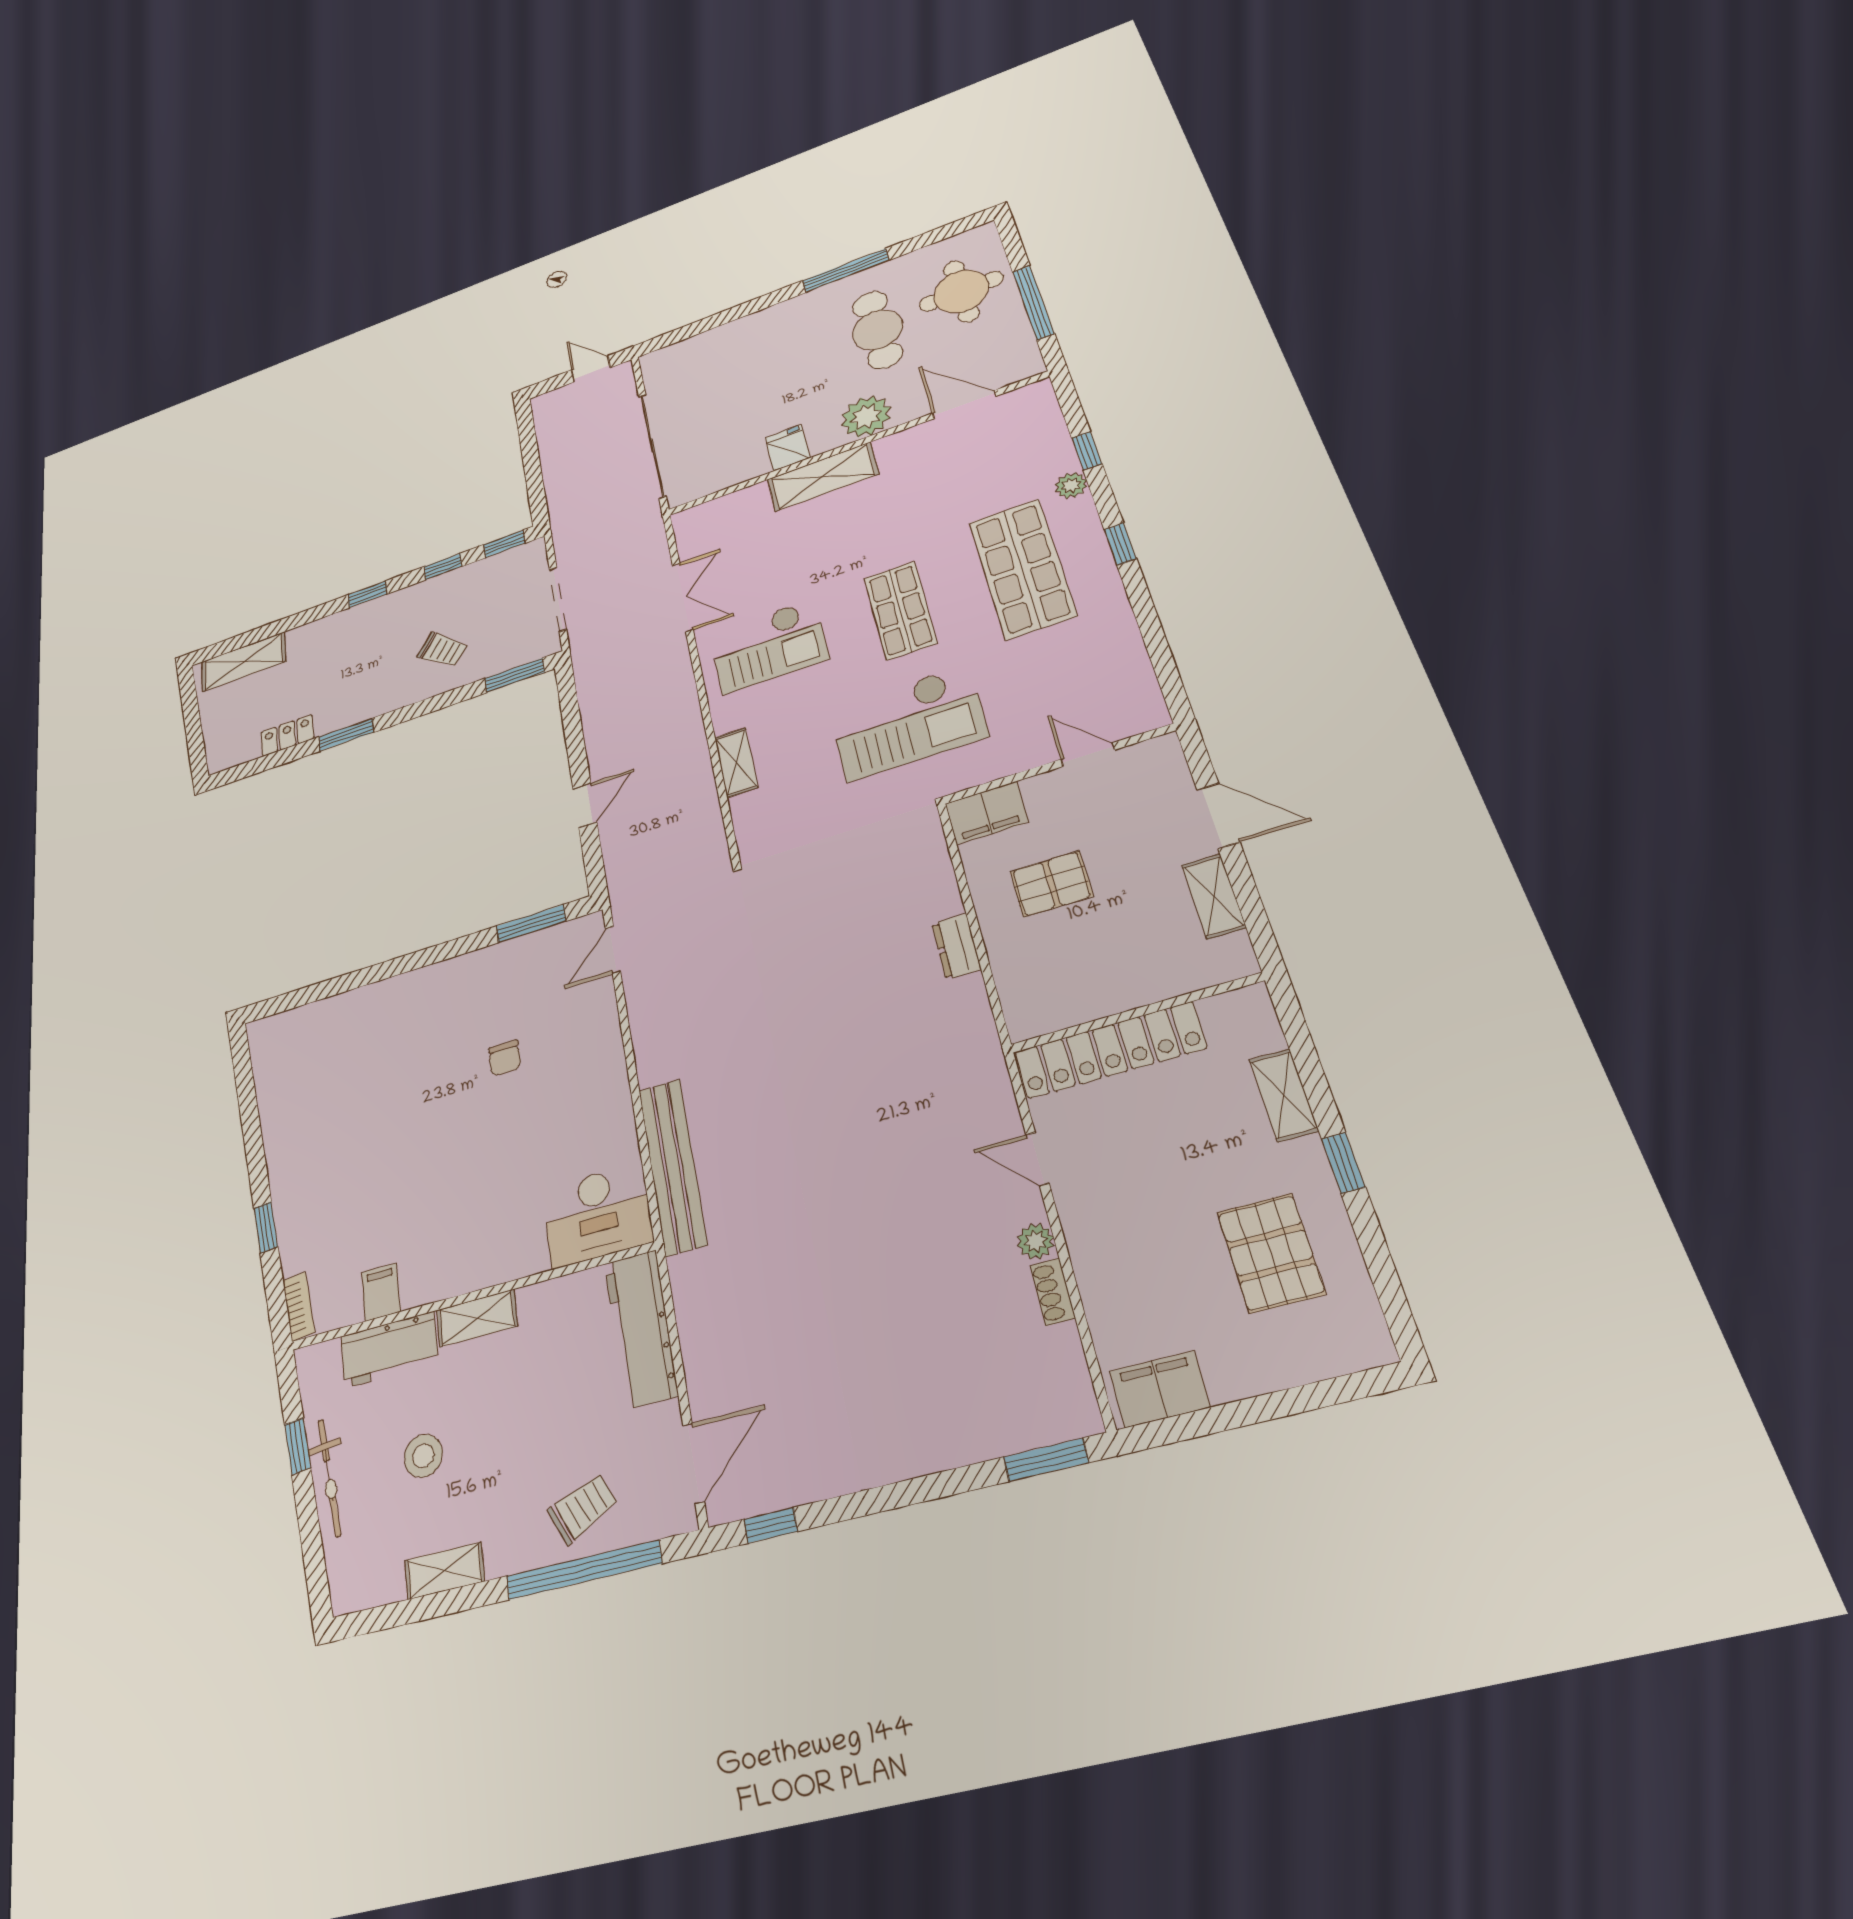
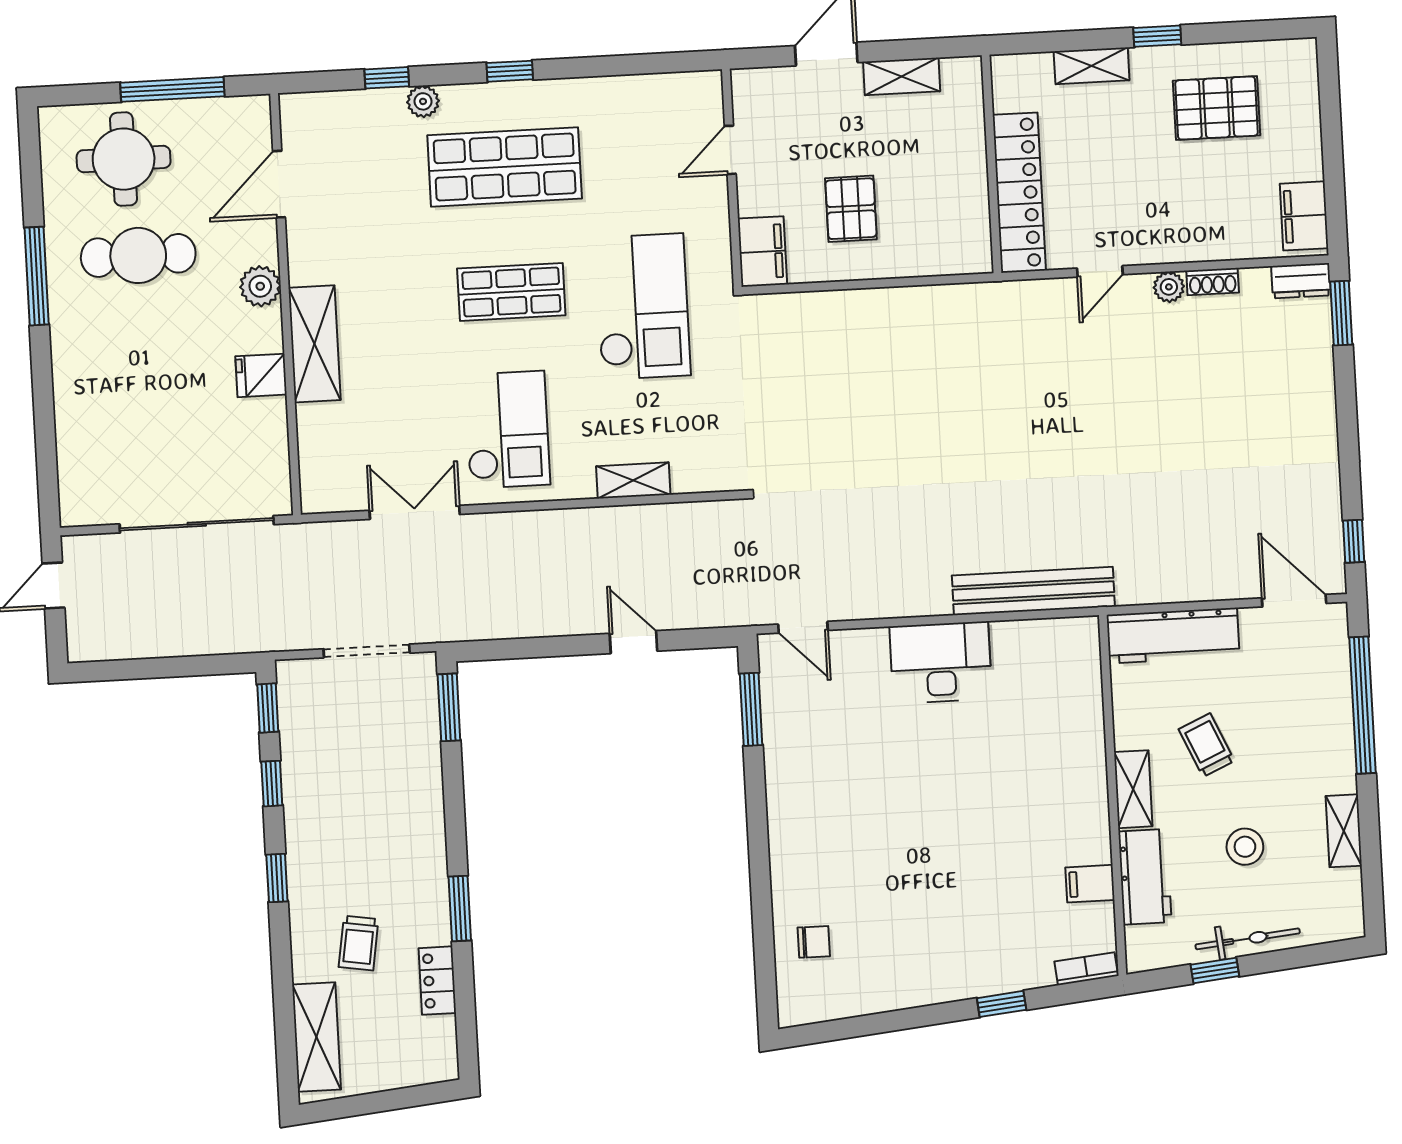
plant: (866, 416) -> (260, 286), width x0.73, depth x0.73
trolley: (443, 650) -> (359, 943), moved, turned 151
dresser: (956, 946) -> (1301, 281), moved
chair: (505, 1058) -> (814, 942), moved
desk: (597, 1215) -> (941, 662), moved, turned -90
trolley: (583, 1508) -> (1207, 745), moved

